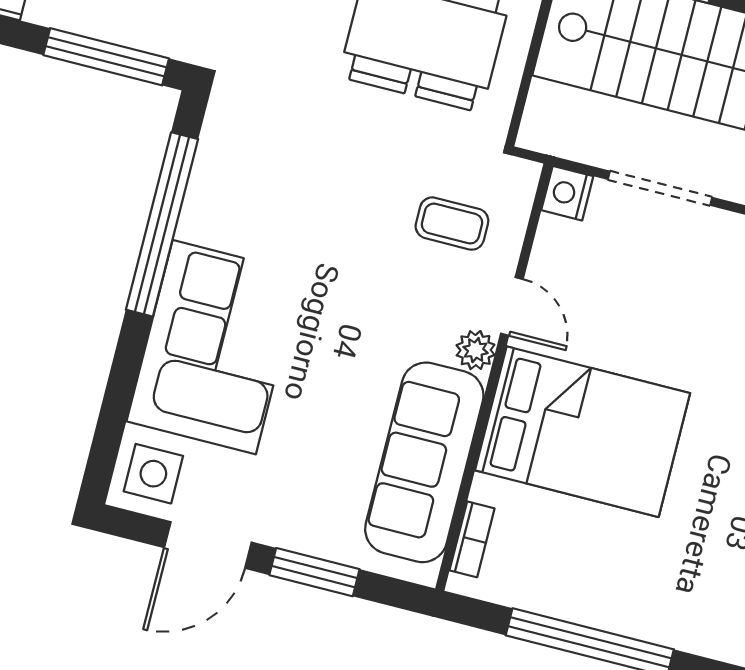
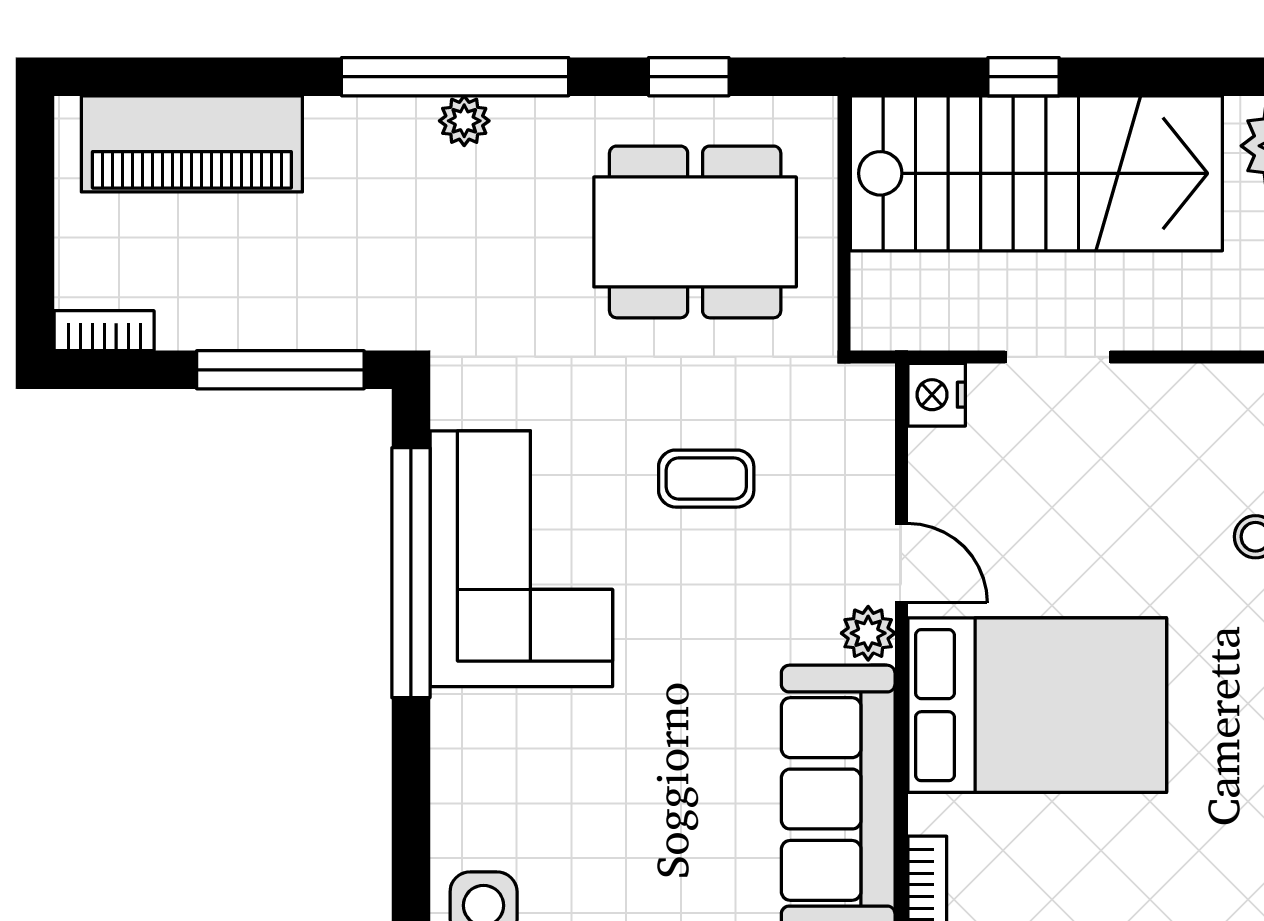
doorway: (660, 188) -> (1058, 357), width x0.73
coffee table: (452, 224) -> (706, 479), moved
corner sofa: (214, 347) -> (521, 559), moved

